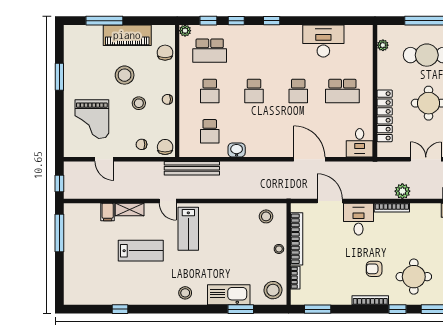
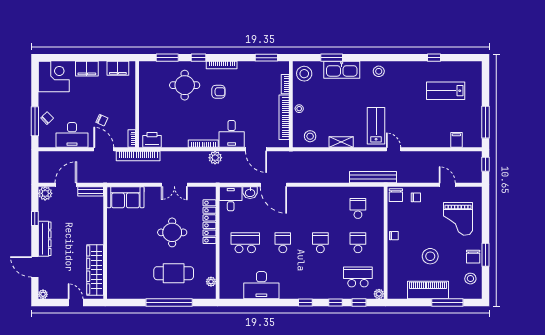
chair: (165, 53) -> (473, 257), moved
stool: (139, 103) -> (470, 279), moved
grand piano: (92, 119) -> (458, 219), turned 180
washbasin: (237, 150) -> (250, 193), moved
plant: (402, 191) -> (215, 158), moved
shelving: (130, 210) -> (341, 142), moved
filing cabinet: (108, 212) -> (456, 140), moved
lab bench: (141, 251) -> (446, 91), moved

